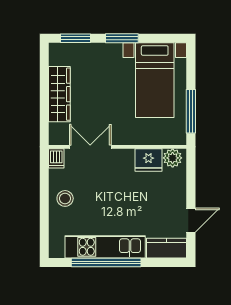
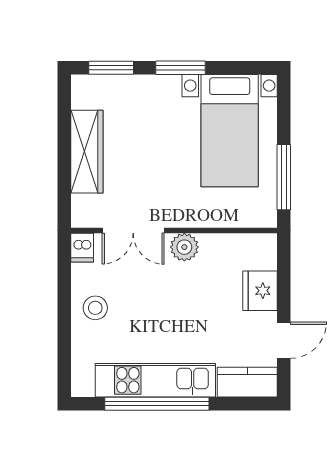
double door: (90, 147) -> (133, 230), swing flipped
plant: (173, 158) -> (184, 247), moved
fridge: (148, 160) -> (260, 291), moved, turned 90

